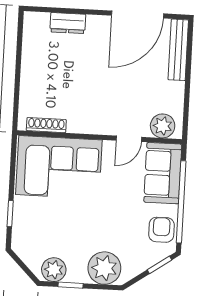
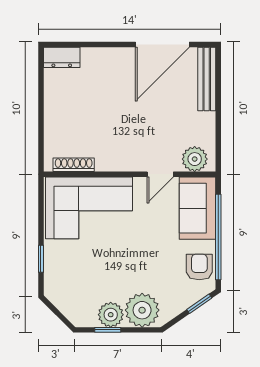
dresser: (68, 23) -> (62, 57), moved
plant: (54, 270) -> (111, 315), moved

